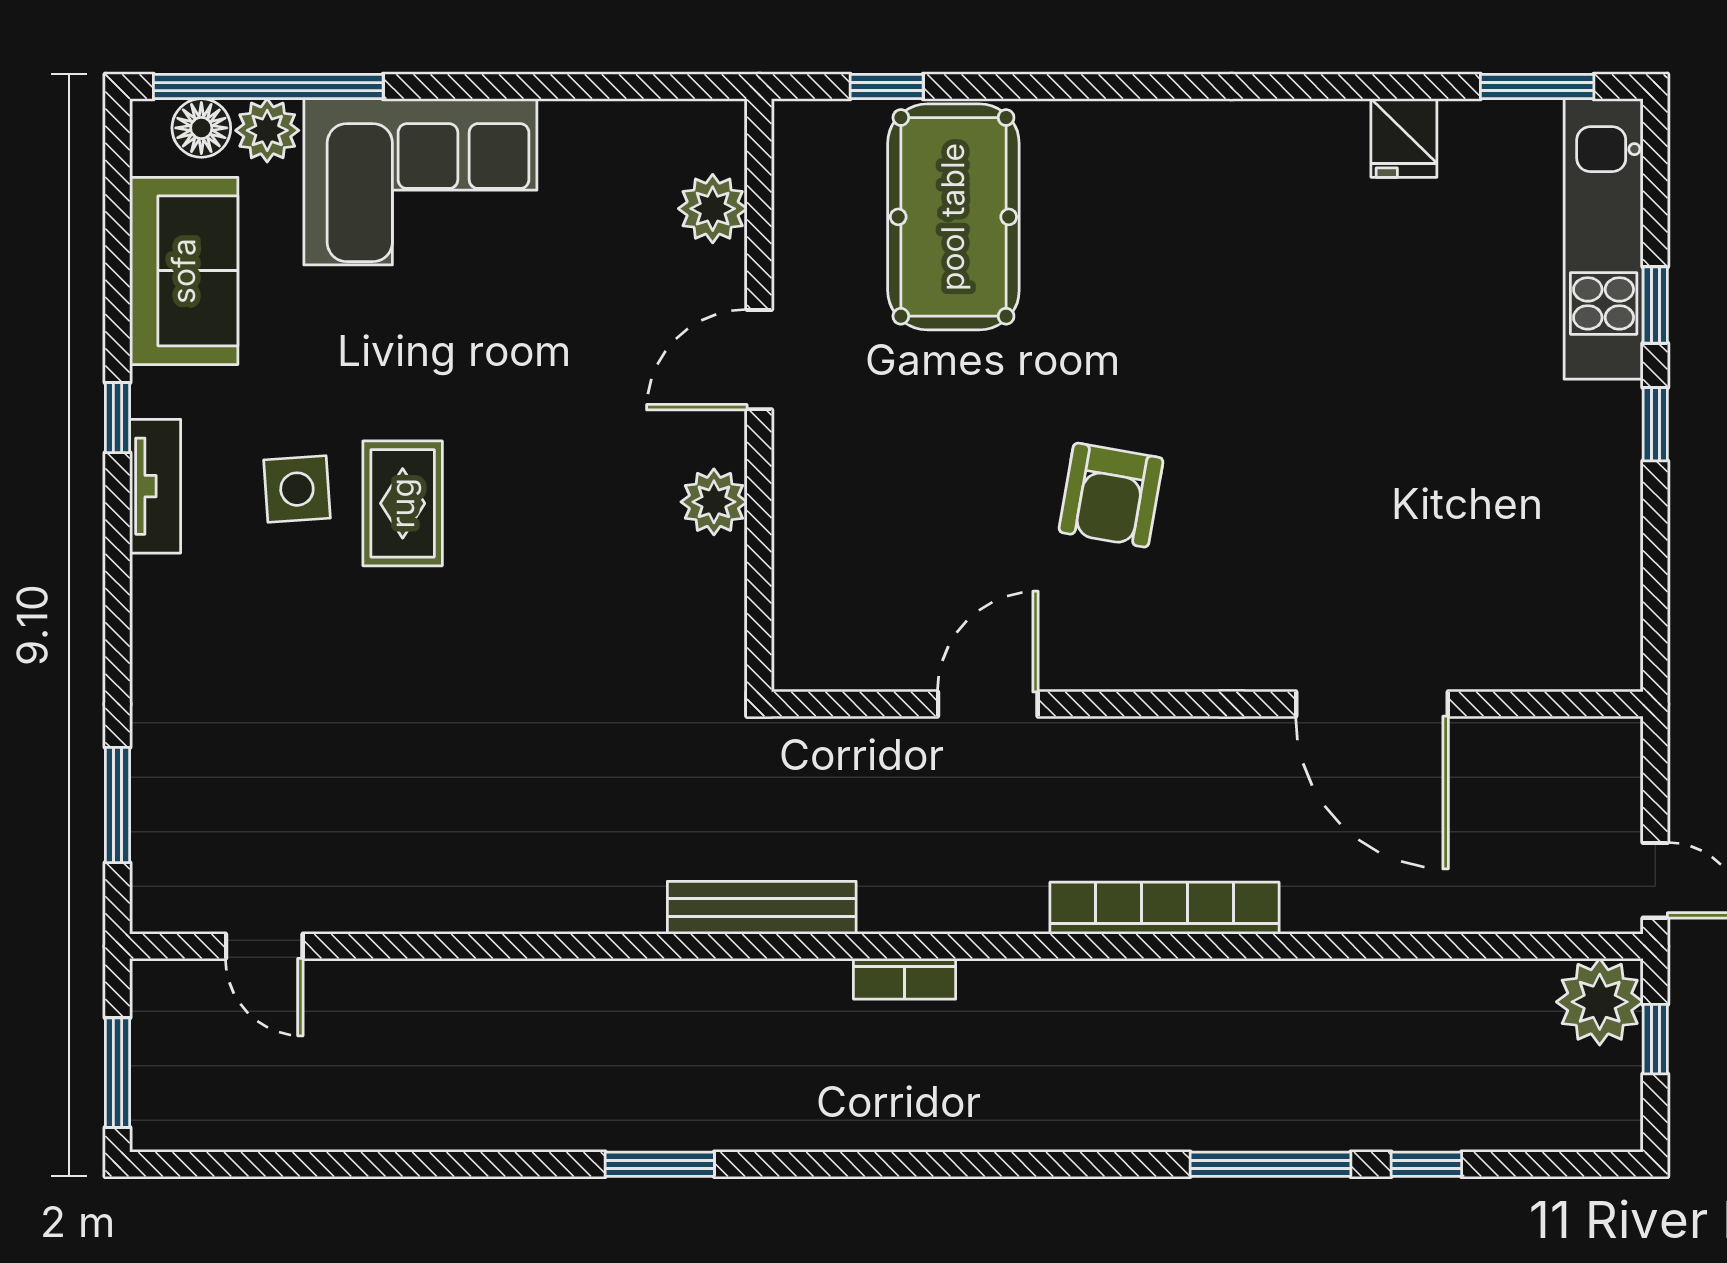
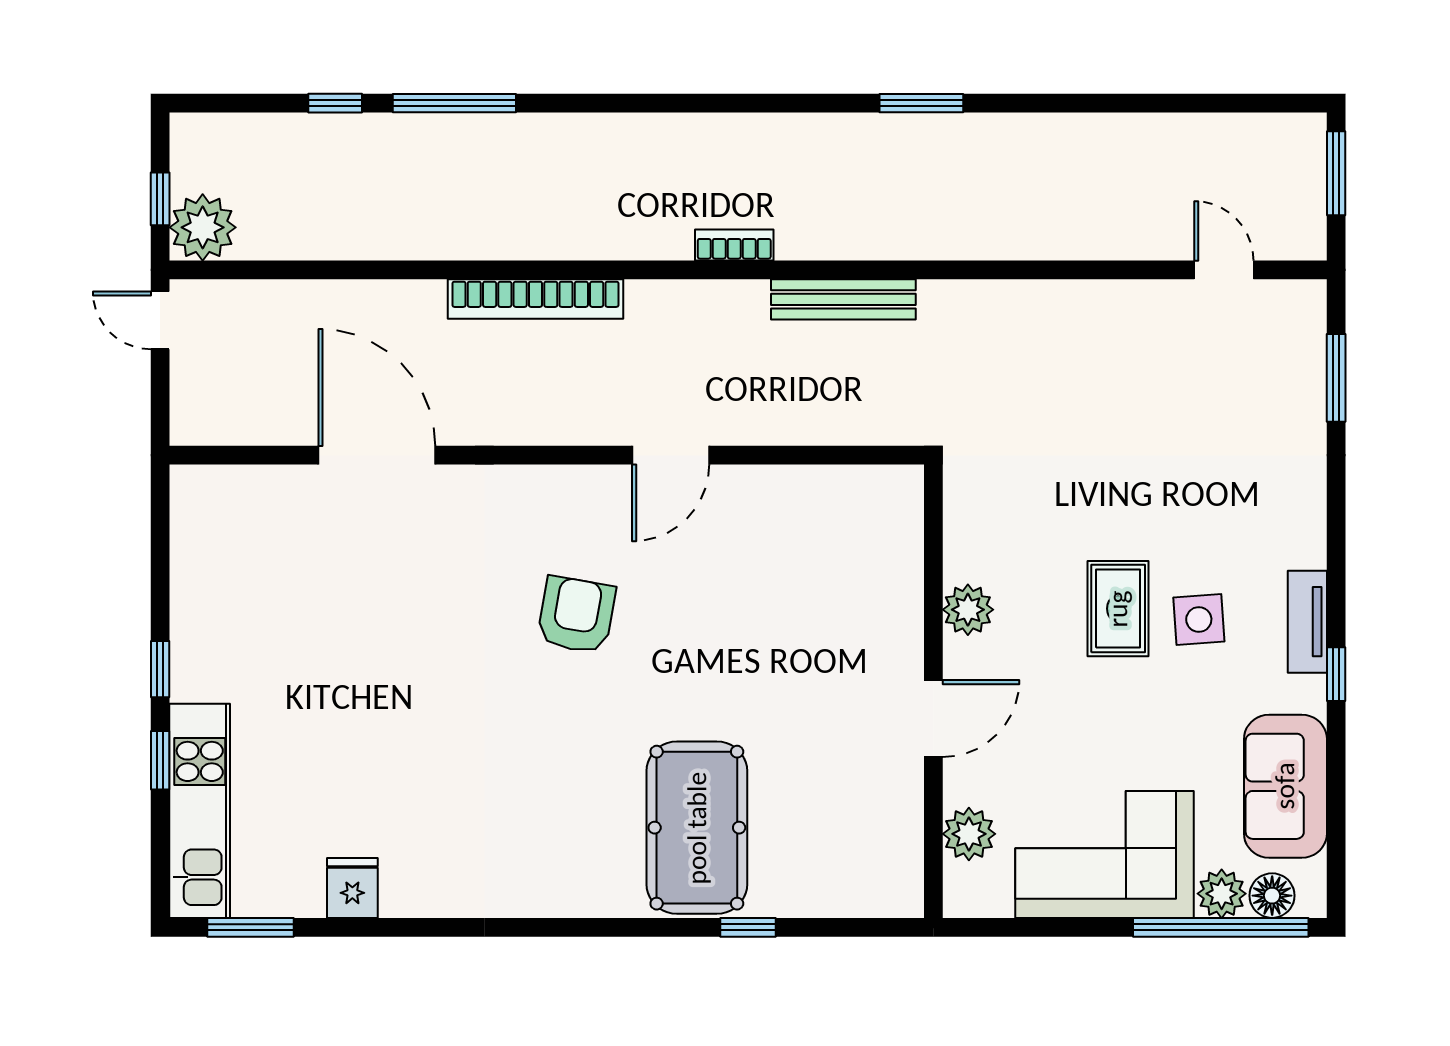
plant: (713, 209) -> (969, 834), moved
door: (759, 360) -> (933, 718), moved
wall: (759, 395) -> (933, 691), moved
plant: (714, 502) -> (968, 610), moved

